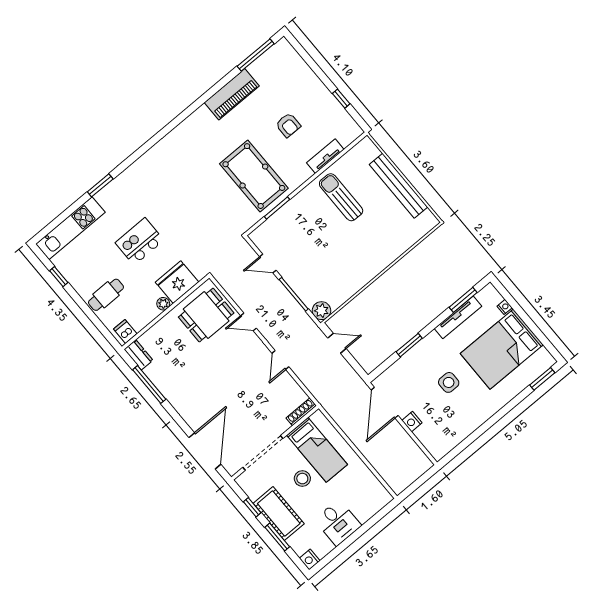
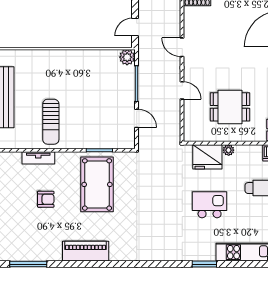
piano: (232, 94) -> (86, 251), moved
armchair: (288, 125) -> (46, 199), turned 90
kitchen island: (140, 241) -> (210, 205), turned 180
dining table: (206, 315) -> (230, 107), moved
door: (337, 343) -> (135, 27), hinge flipped
door: (280, 360) -> (182, 47), swing flipped

